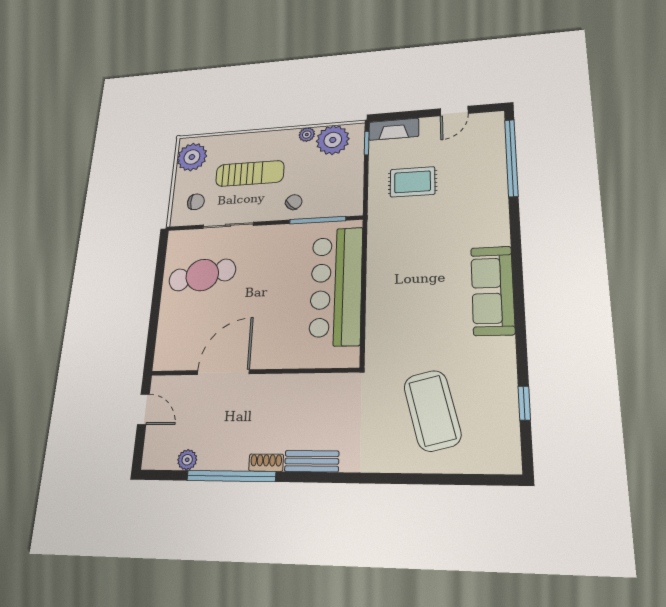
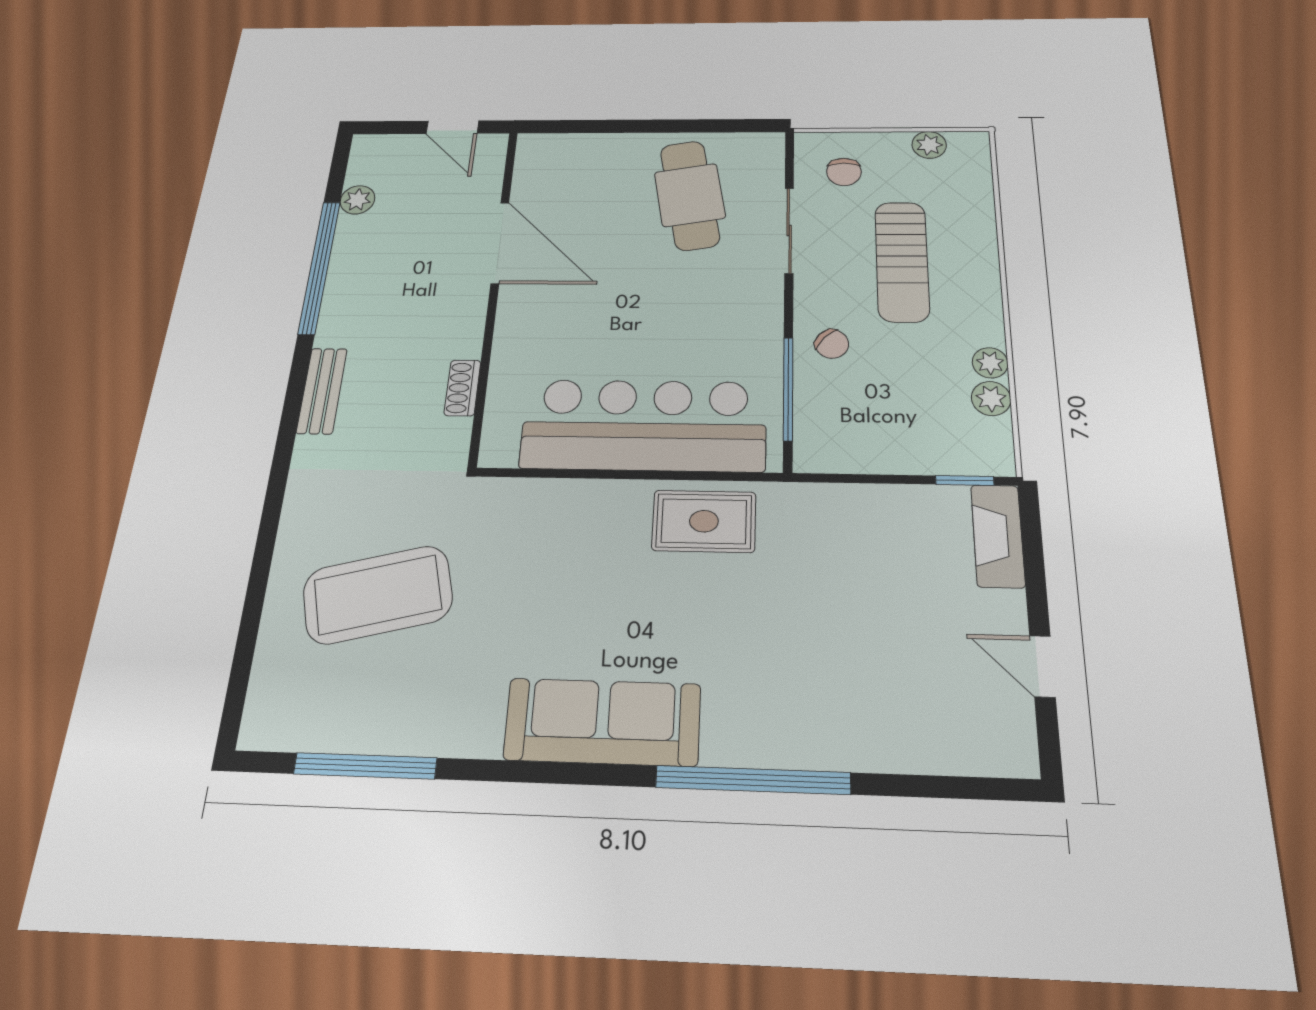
plant: (333, 140) -> (991, 399), width x0.53, depth x0.53
plant: (192, 157) -> (929, 145), width x0.53, depth x0.53
window: (511, 158) -> (753, 780), moved
rug: (412, 182) -> (704, 521), moved, turned 90
window: (524, 403) -> (365, 766), width x2.17
door: (143, 409) -> (452, 127), hinge flipped
shoe rack: (266, 463) -> (463, 388), moved, turned 180

